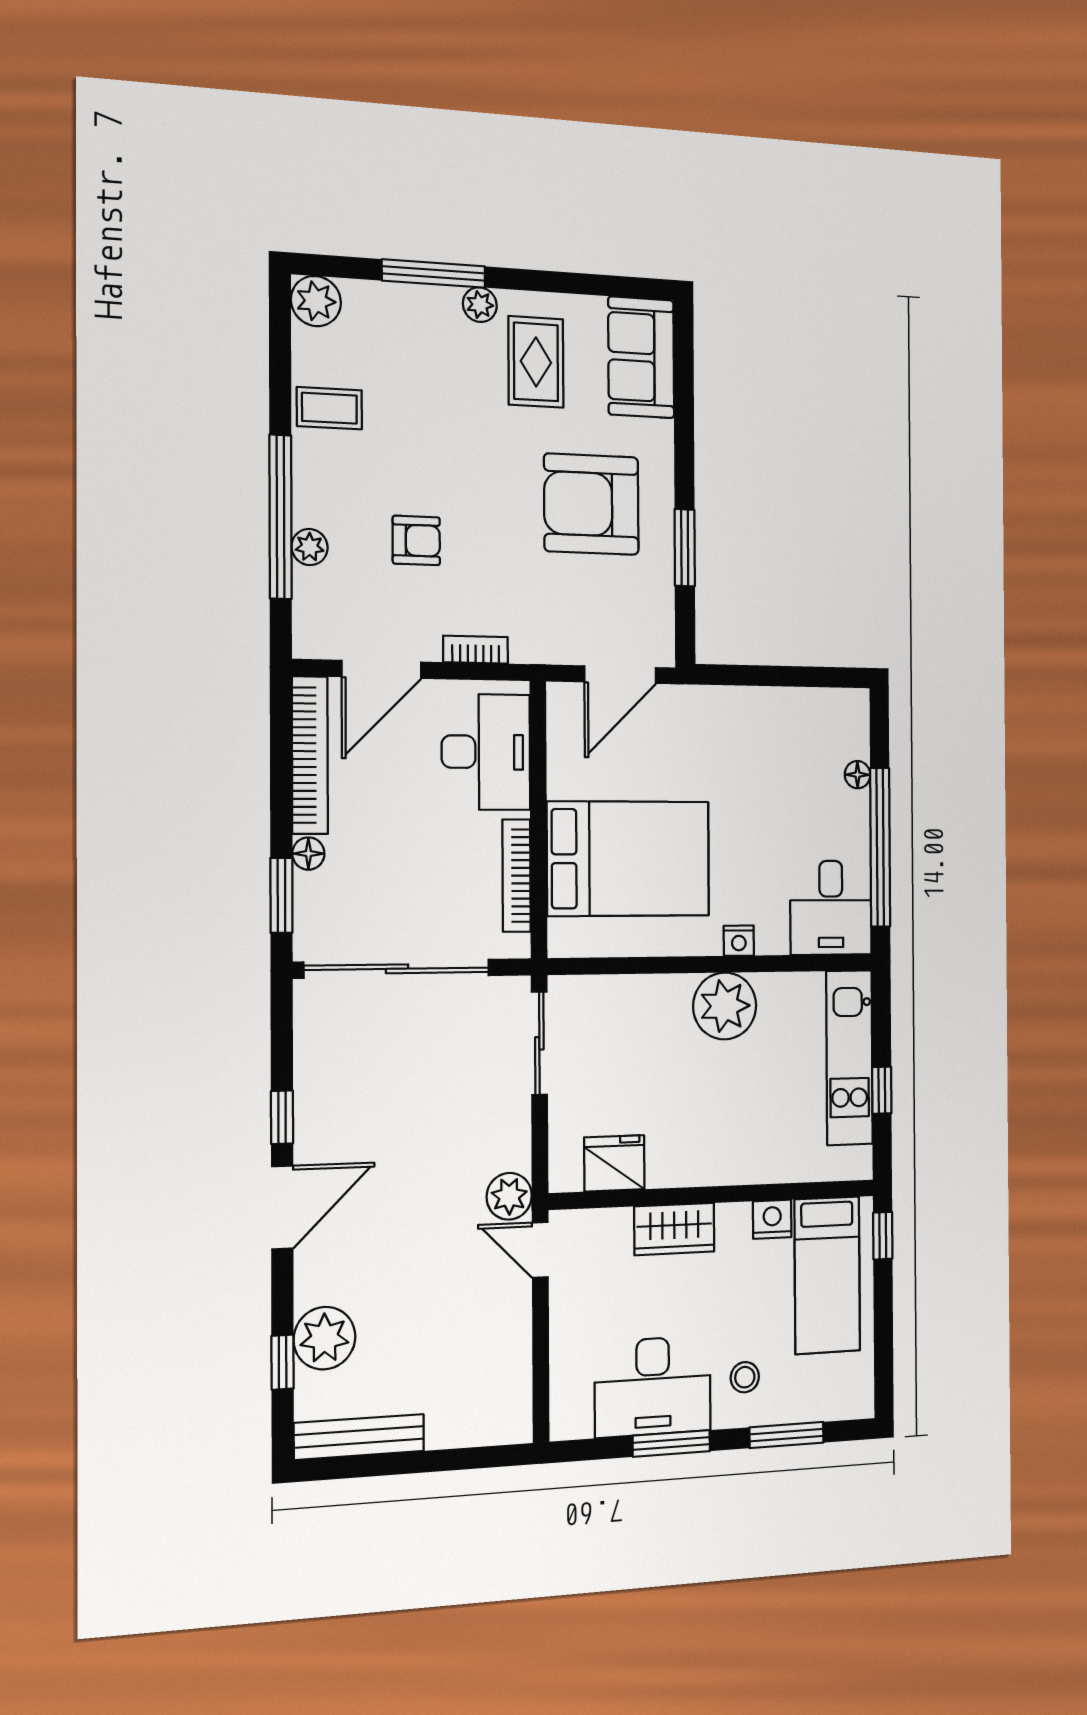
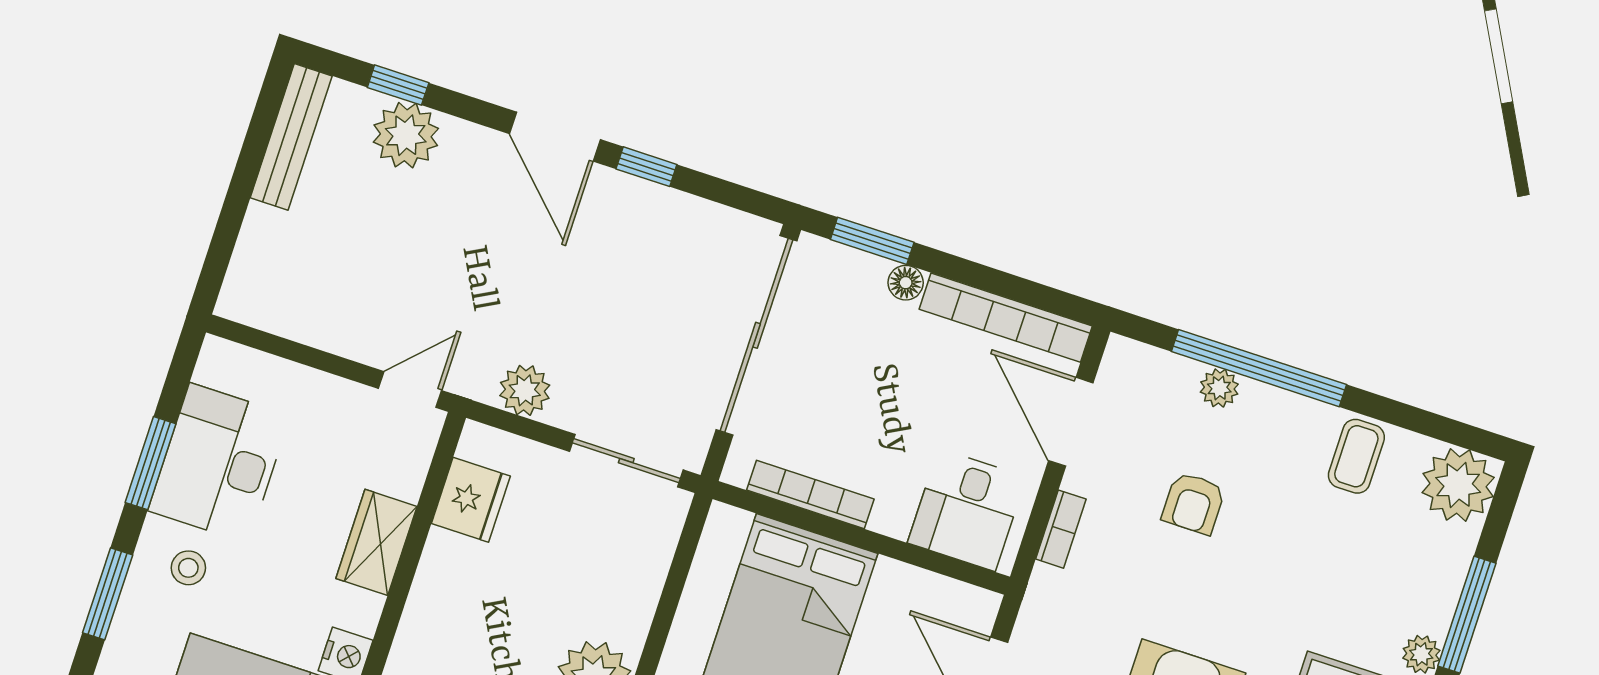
plant: (316, 301) -> (1458, 485), width x1.36, depth x1.36
desk: (486, 752) -> (967, 510), width x0.73
plant: (509, 1196) -> (525, 390), moved

